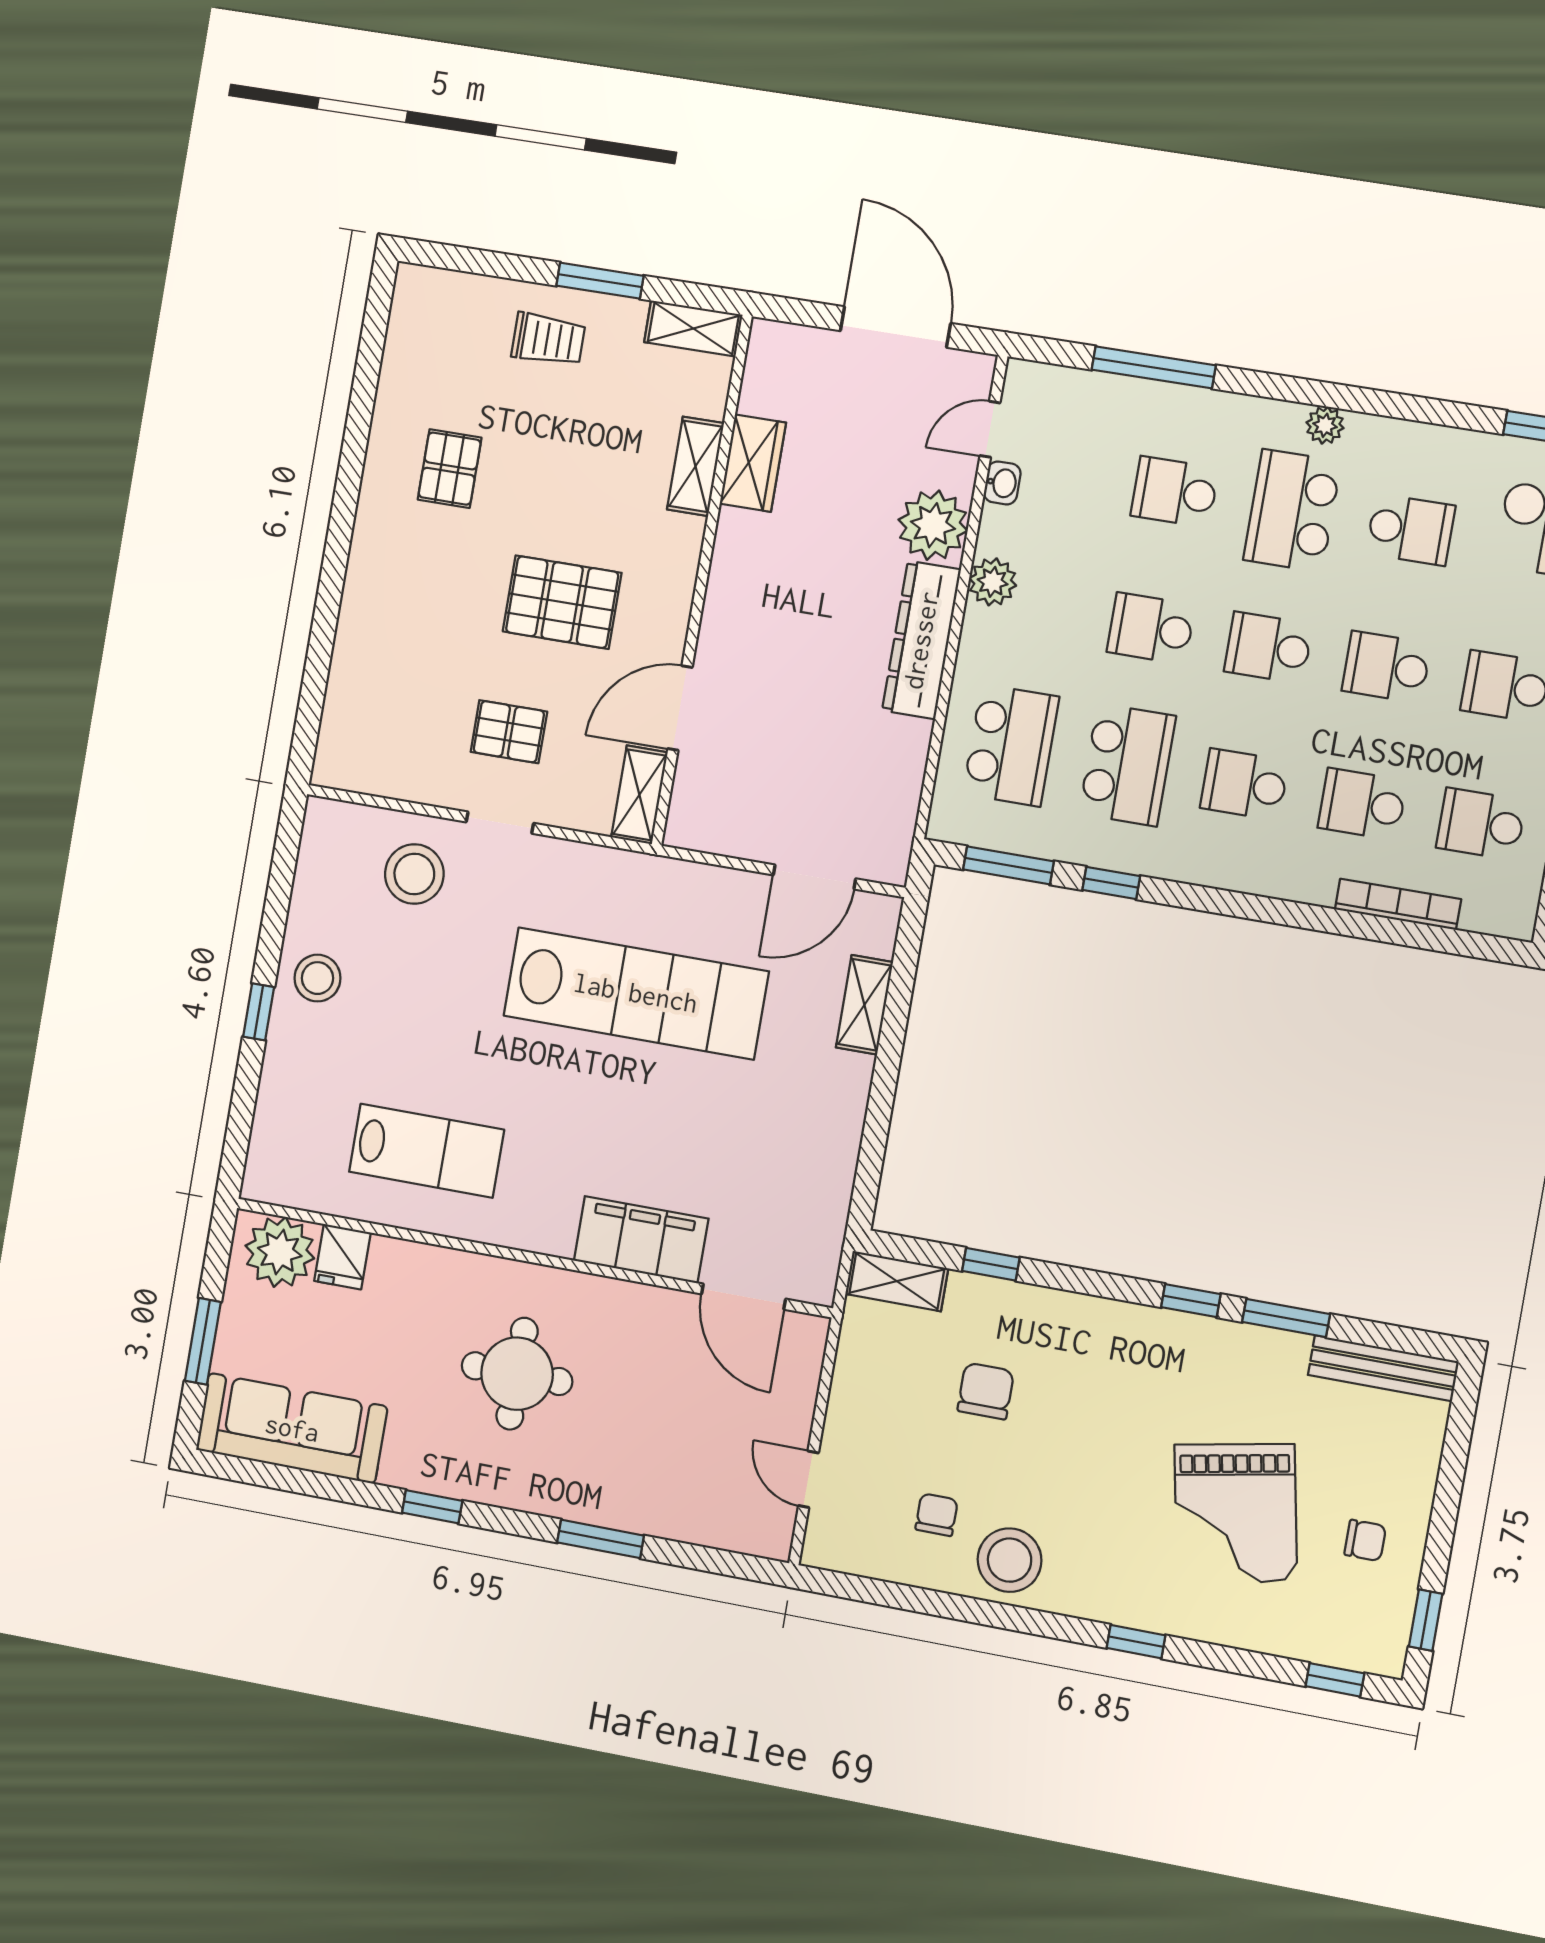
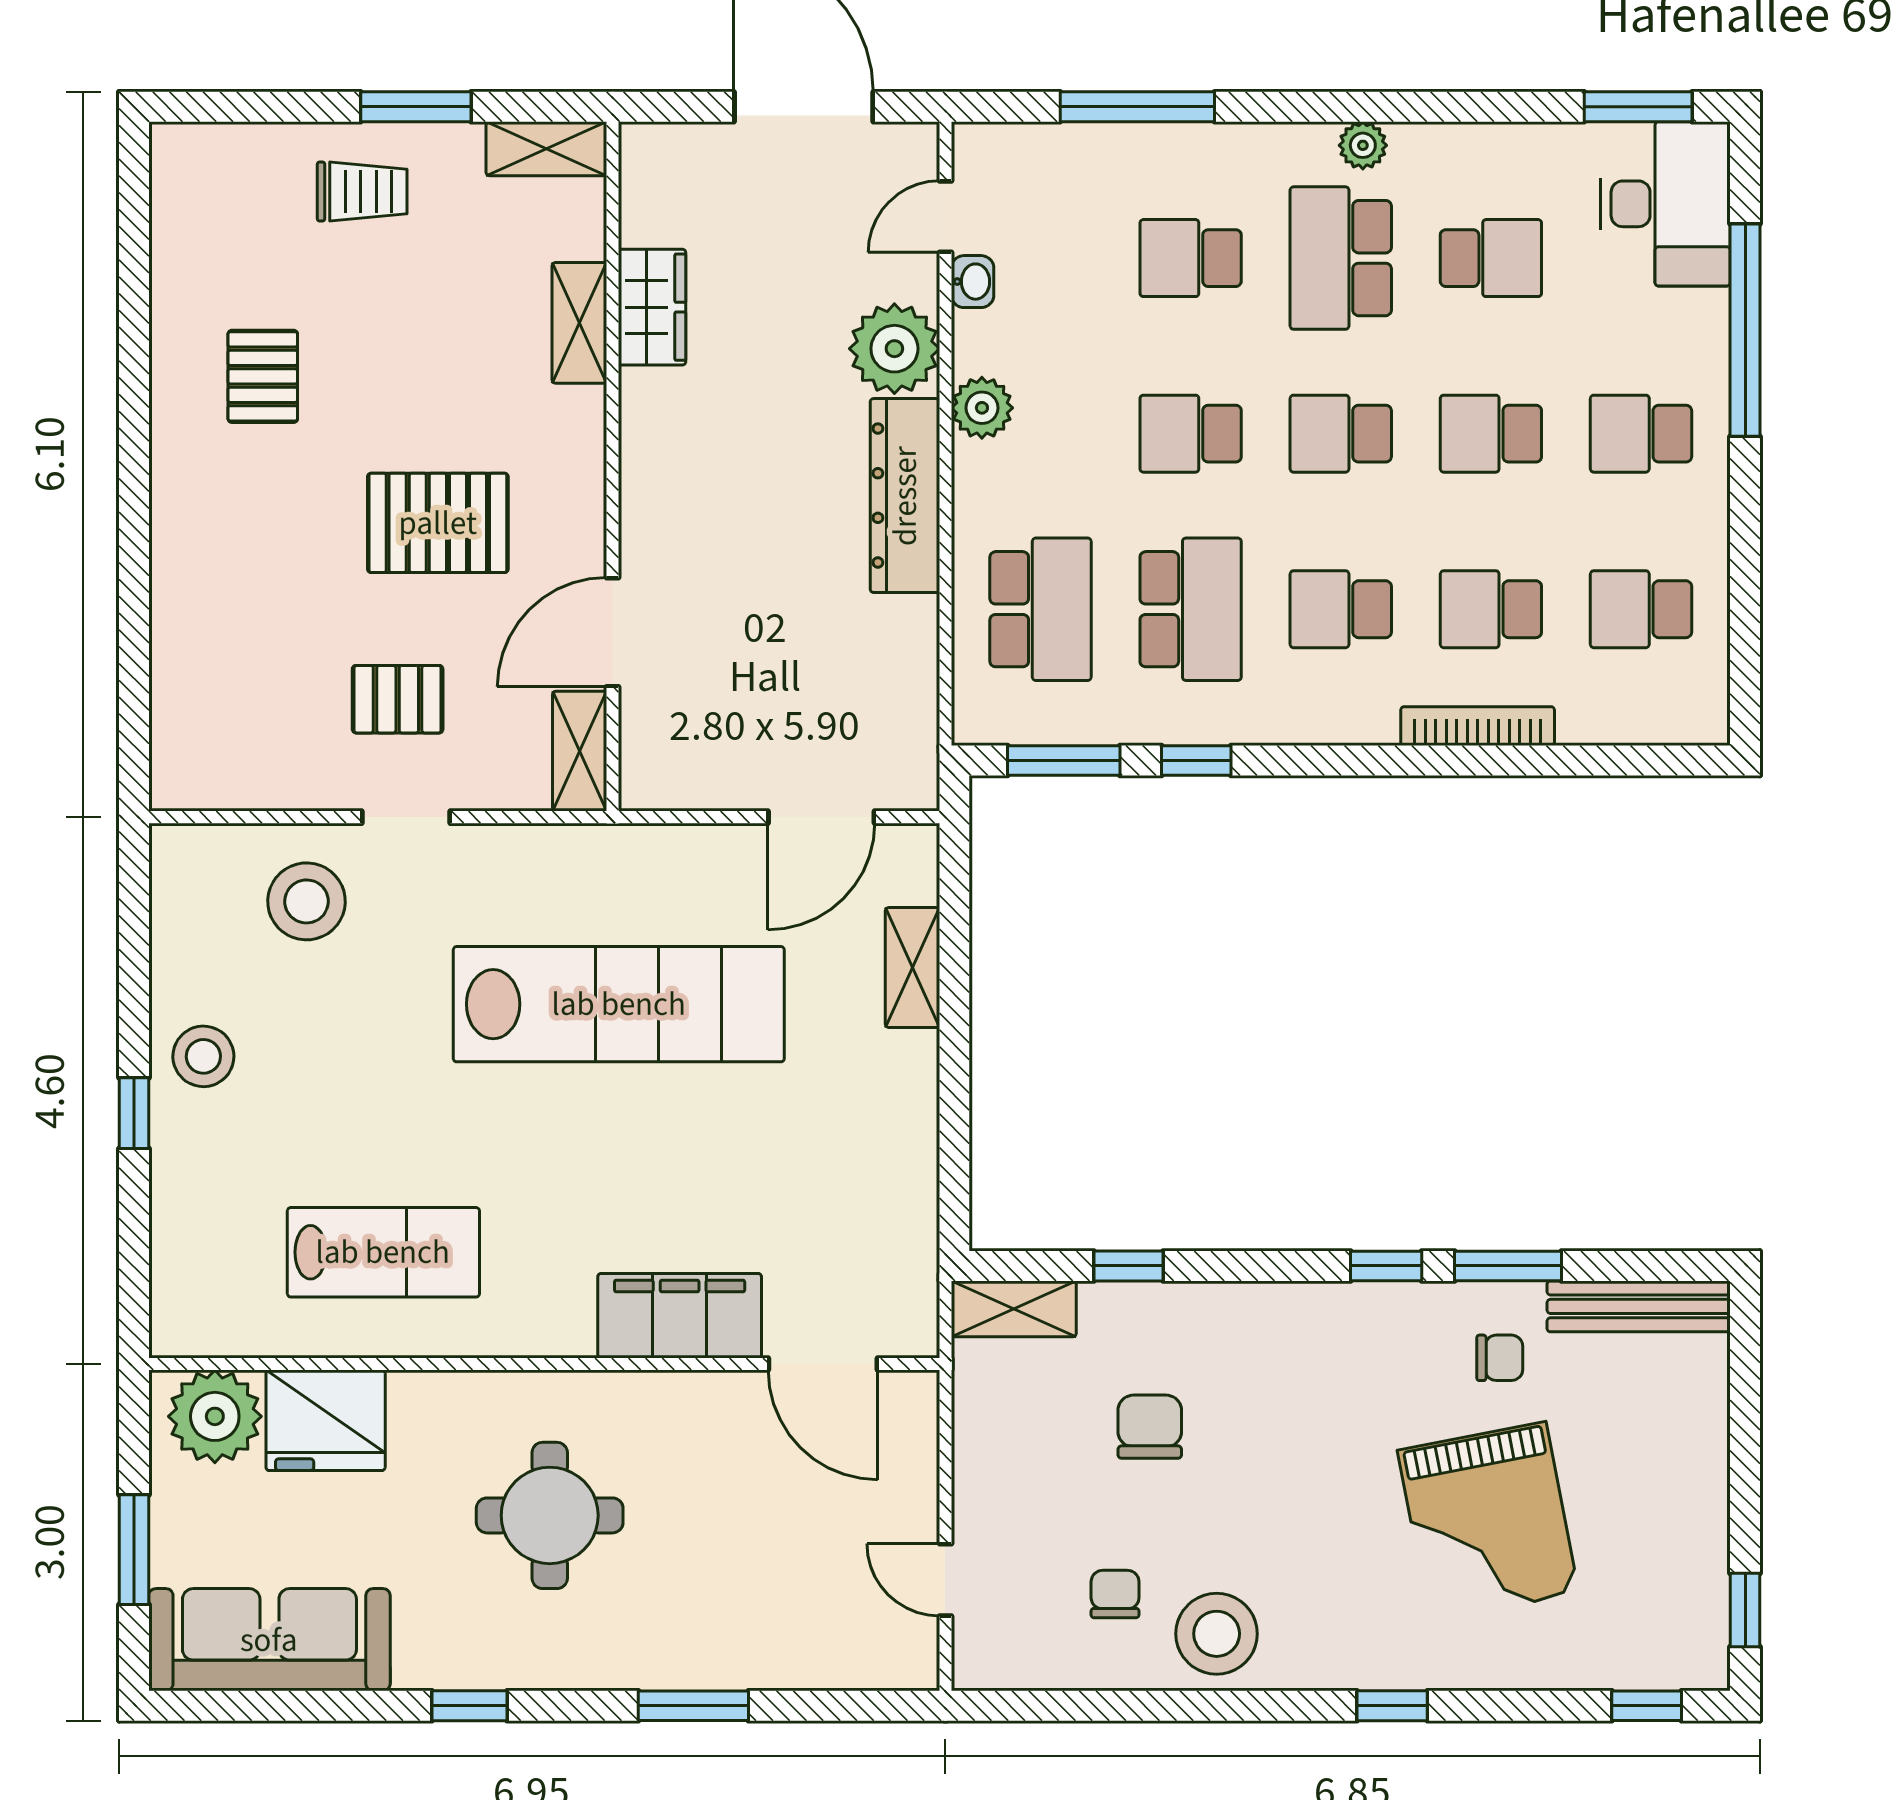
bookcase: (1398, 904) -> (1478, 726), moved
fridge: (342, 1257) -> (326, 1420), width x1.88, depth x1.34
chair: (1365, 1540) -> (1500, 1358), moved

